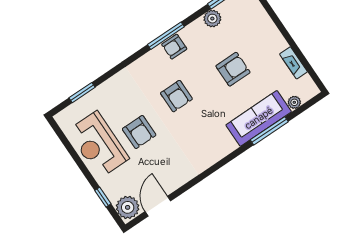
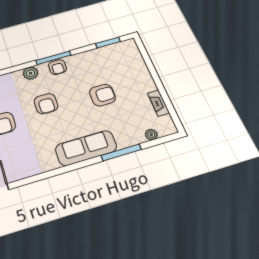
plant: (212, 19) -> (31, 73), moved
armchair: (174, 47) -> (57, 67), turned -90
sofa: (259, 118) -> (86, 148), moved

